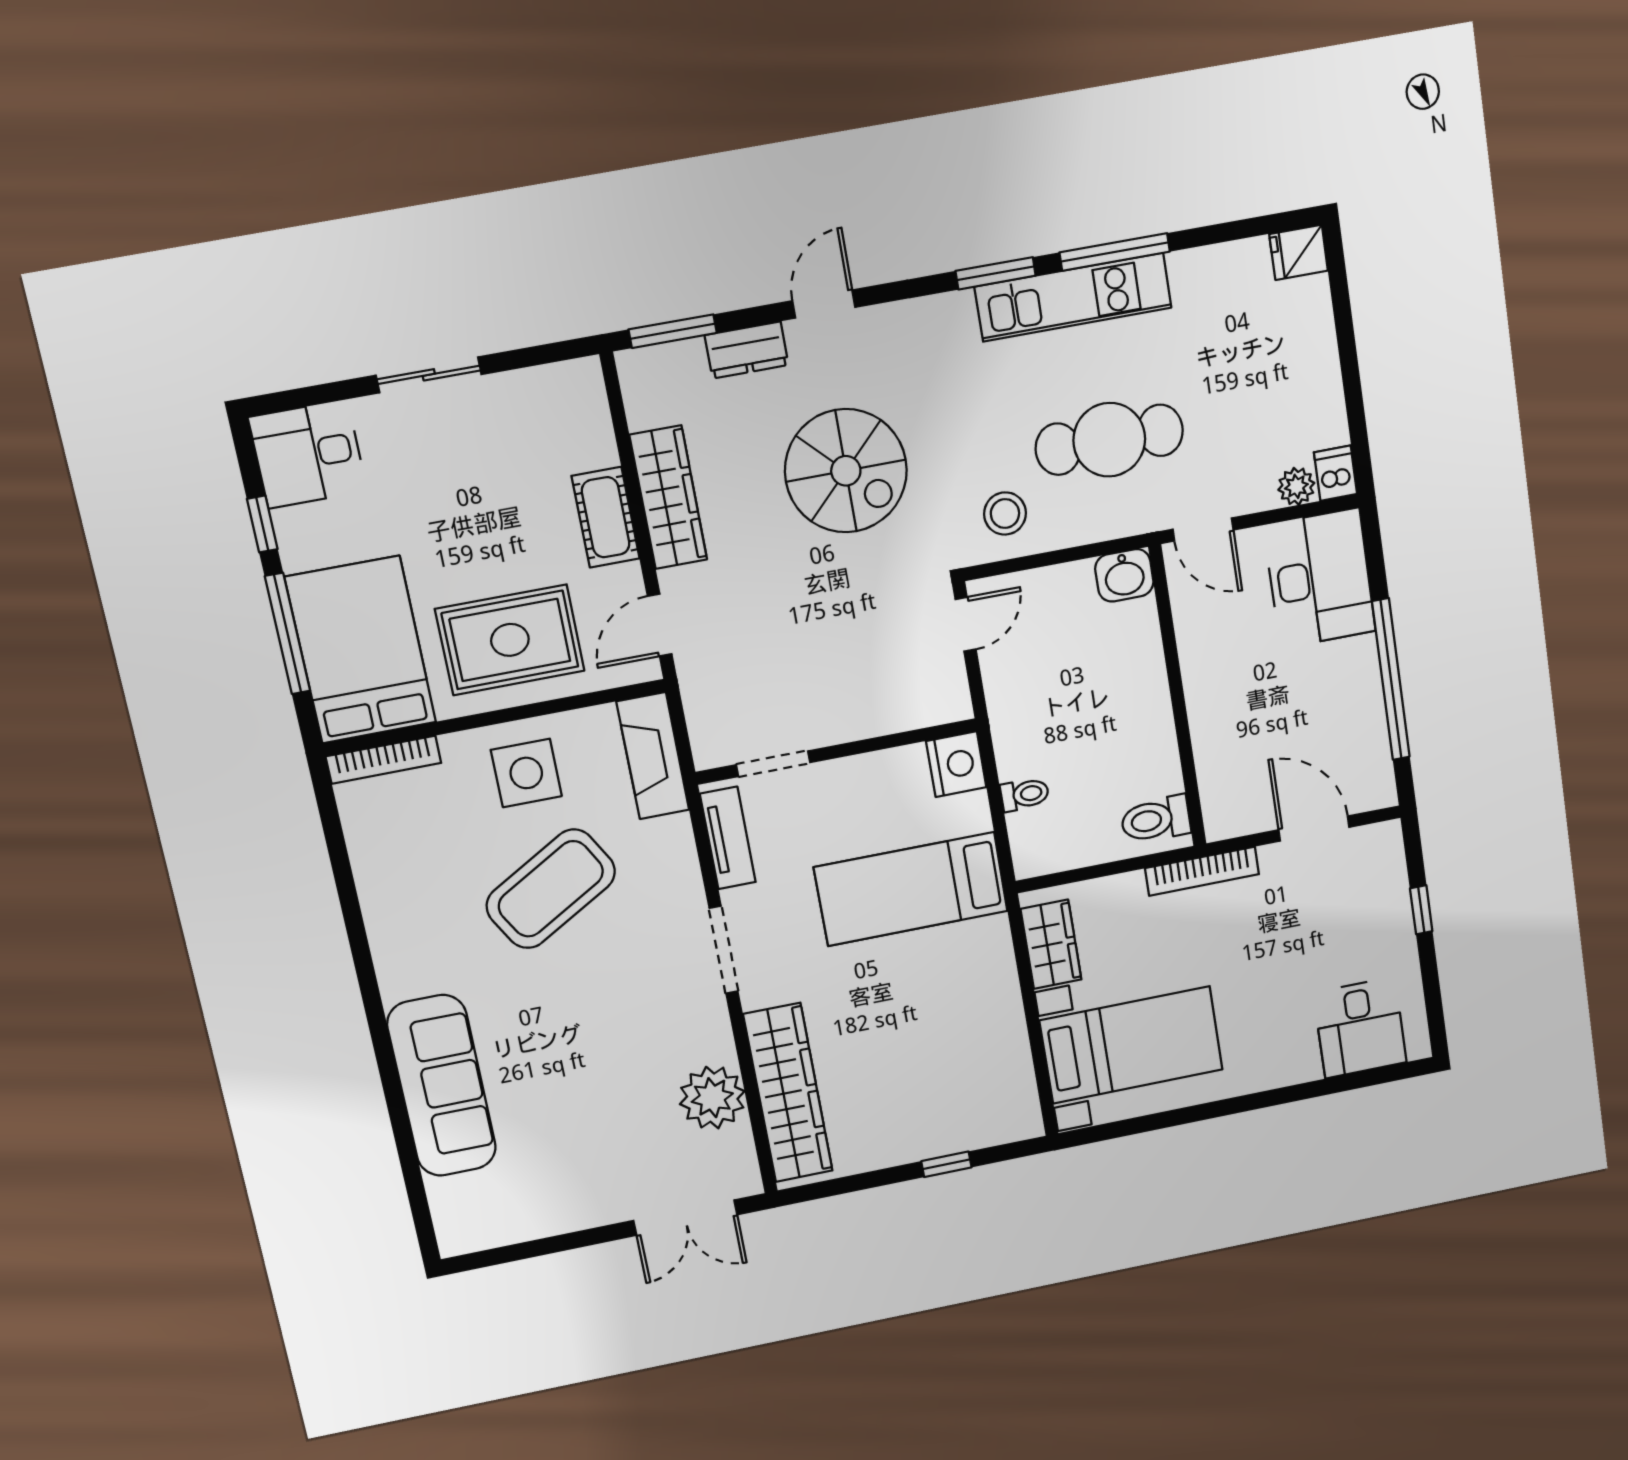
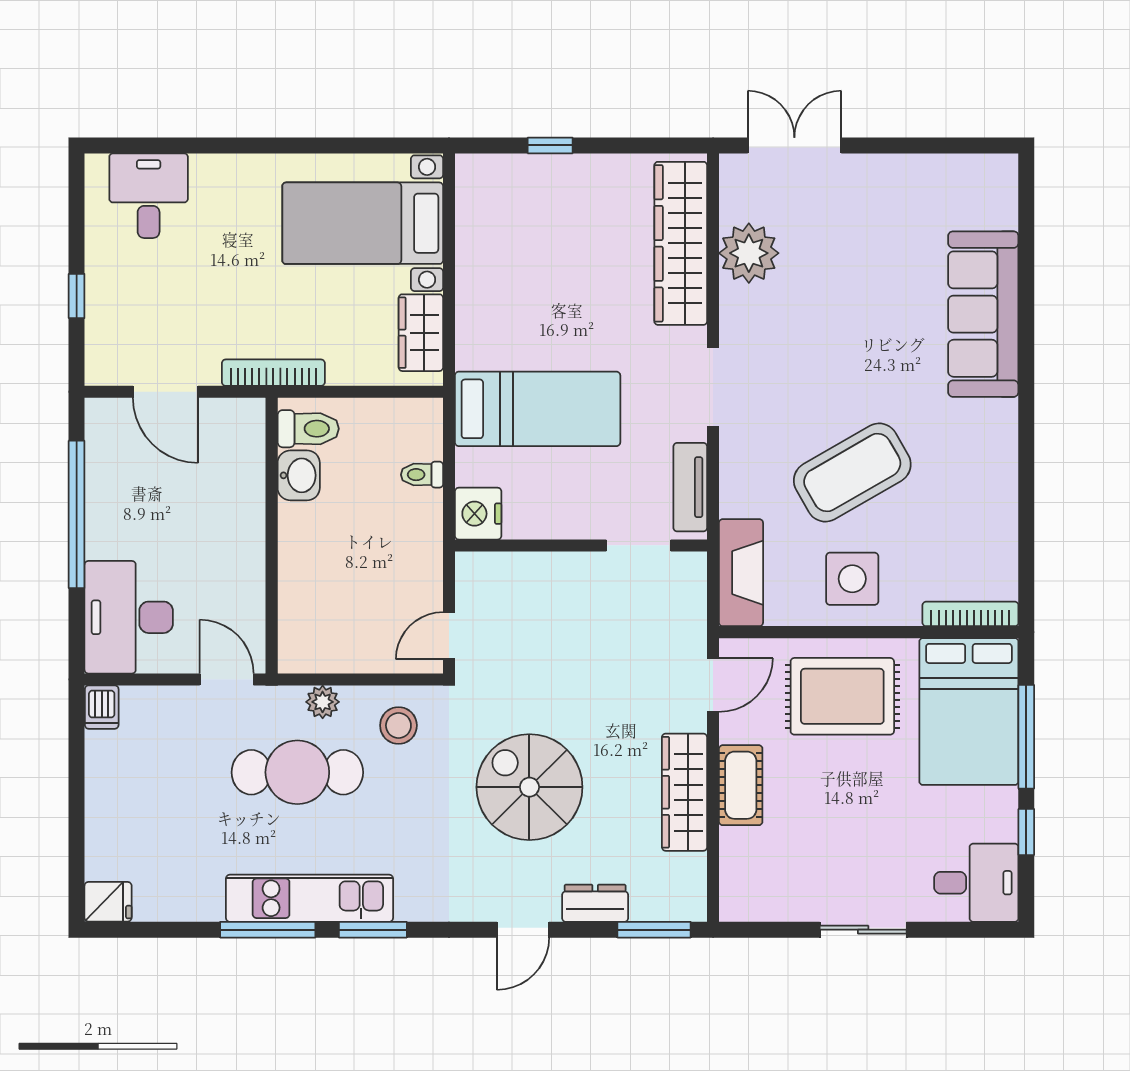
plant: (1296, 486) -> (323, 702), moved
washbasin: (1124, 575) -> (299, 475), moved, turned 90

